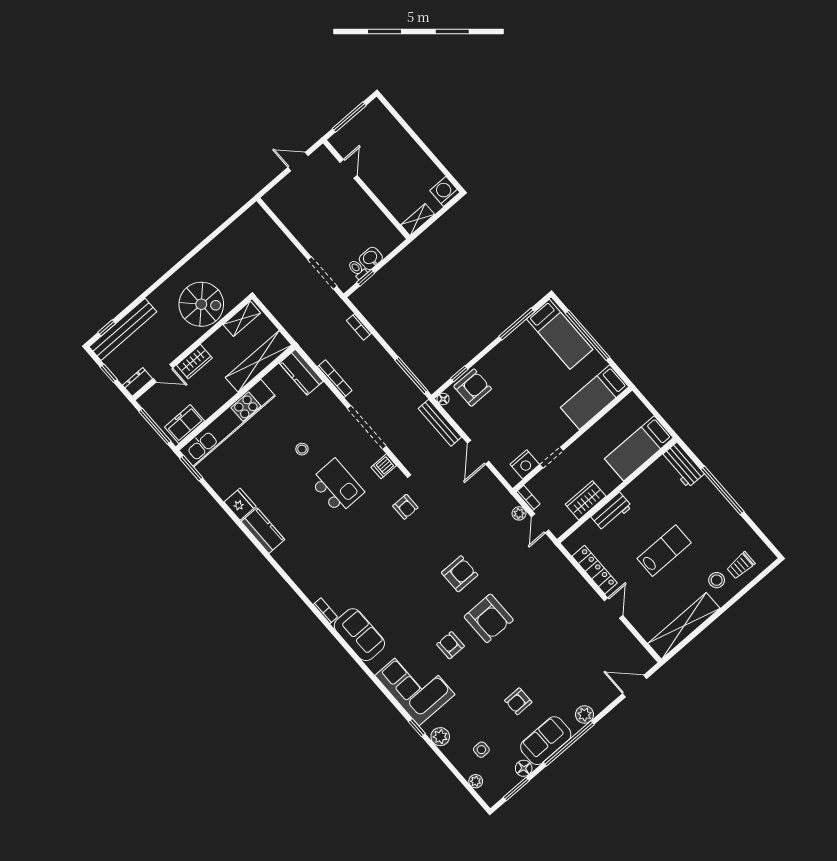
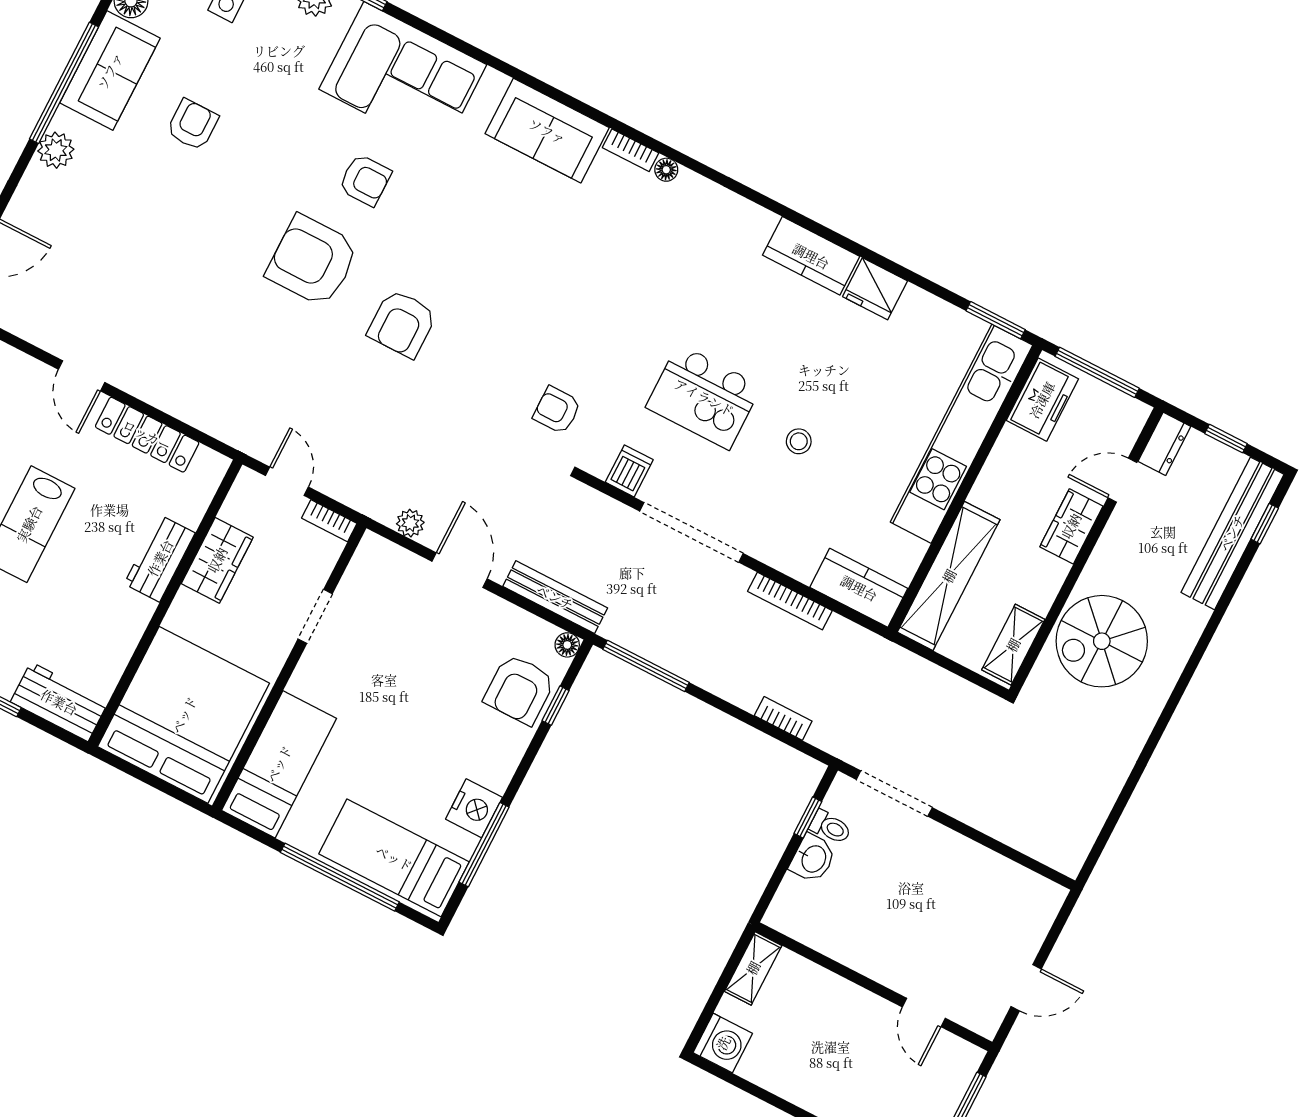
bed: (639, 448) -> (184, 715), width x2.04
nightstand: (525, 464) -> (474, 808), moved, turned 180
plant: (519, 513) -> (410, 523), moved
floor lamp: (313, 596) -> (666, 170), added

